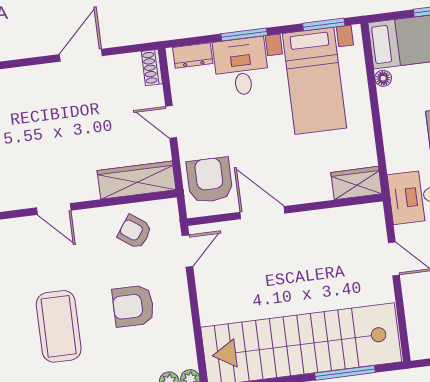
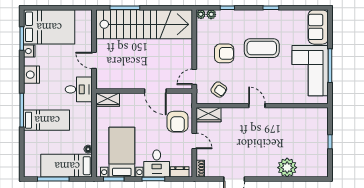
wardrobe: (136, 180) -> (209, 115), width x0.67
armchair: (210, 180) -> (178, 122), moved
coffee table: (59, 326) -> (262, 48), turned 90

